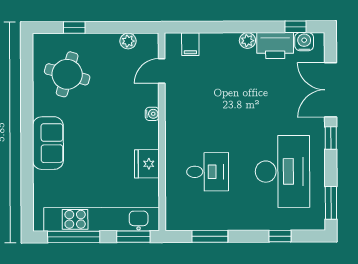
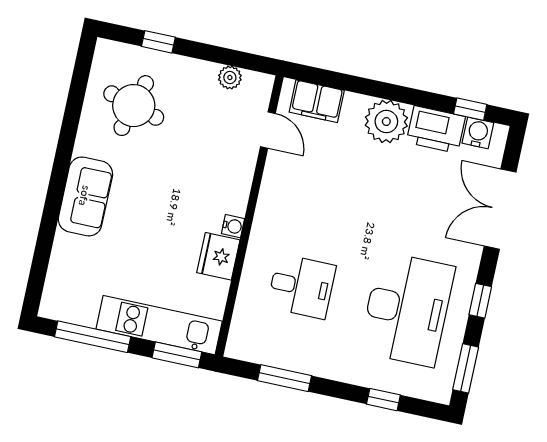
plant: (247, 41) -> (386, 122), width x1.88, depth x1.88
filing cabinet: (190, 44) -> (317, 101), width x2.00
door: (162, 71) -> (268, 130), swing flipped
water cooler: (152, 114) -> (233, 226), moved
window: (331, 138) -> (480, 301), moved
kitchen unit: (102, 219) -> (159, 325), width x0.73

